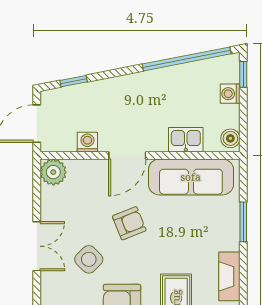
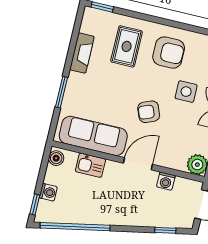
side table: (89, 259) -> (186, 92), turned 45

